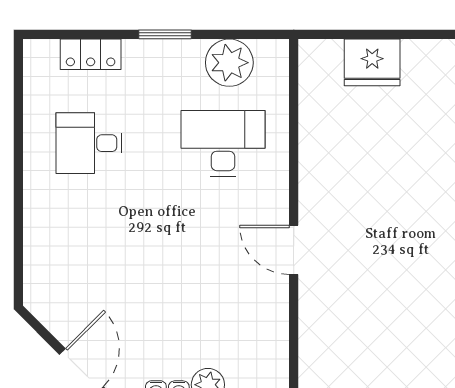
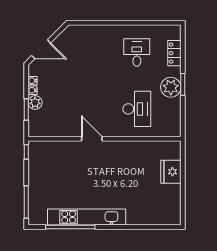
plant: (229, 63) -> (171, 87), moved
door: (294, 250) -> (92, 139), hinge flipped

